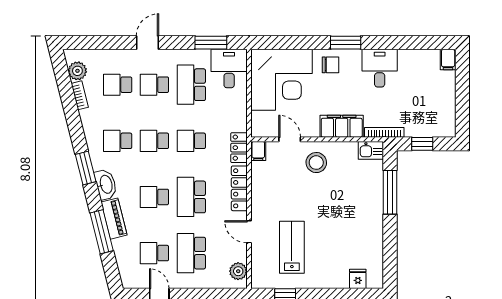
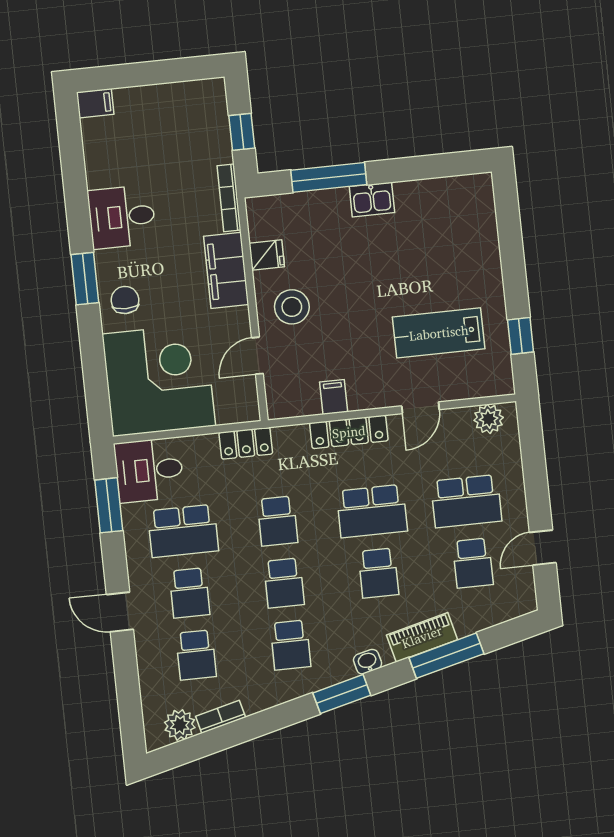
locker: (239, 148) -> (246, 443), moved
kitchen sink: (371, 150) -> (372, 200), moved, turned 90
filing cabinet: (258, 151) -> (334, 397), moved, turned -90
washbasin: (106, 184) -> (368, 662), width x0.52, depth x0.69
fridge: (358, 279) -> (267, 255), moved, turned 180

